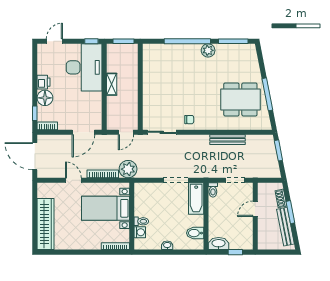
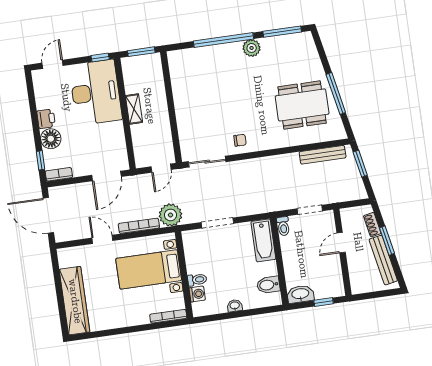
bench: (227, 140) -> (323, 155), moved
doorway: (176, 180) -> (217, 223), moved

